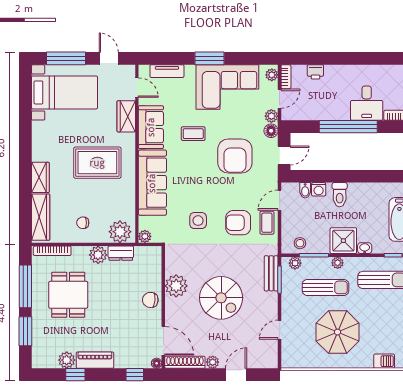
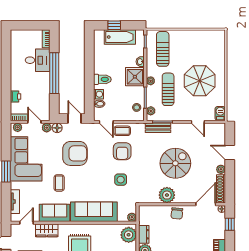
barbecue: (384, 361) -> (220, 114), moved

